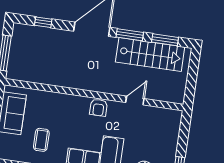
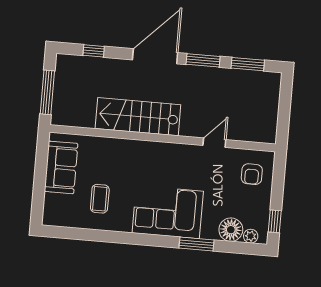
stairs: (150, 55) -> (138, 117), moved, turned 180
armchair: (99, 108) -> (252, 174), moved

